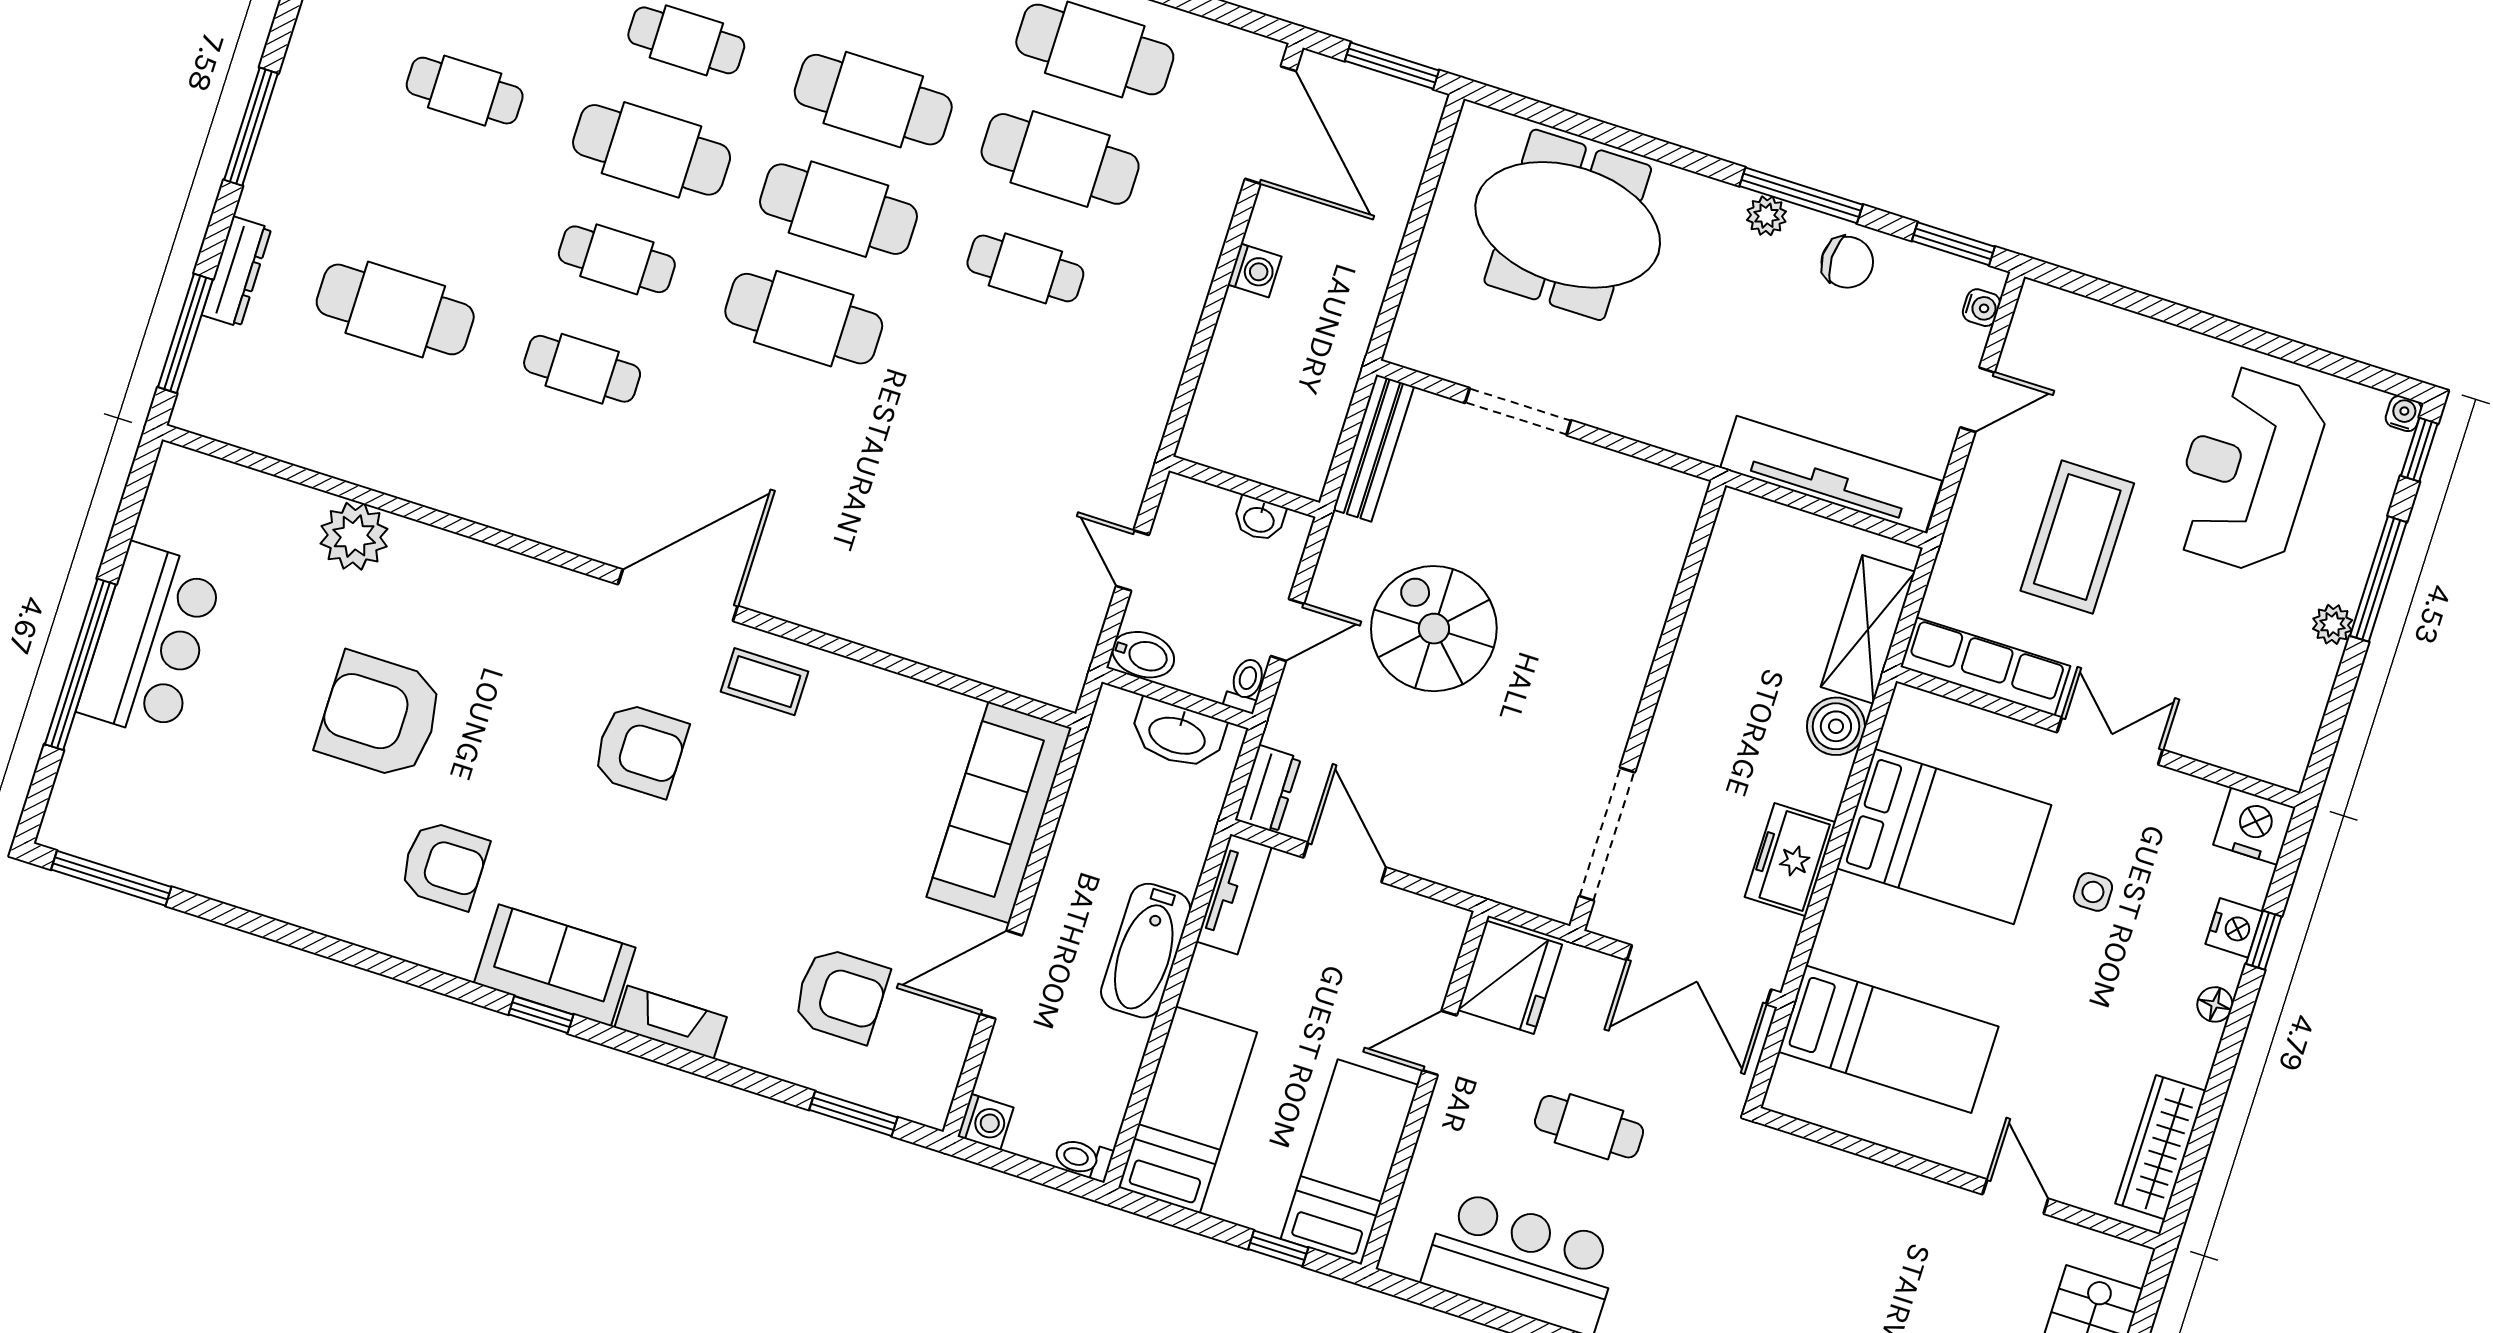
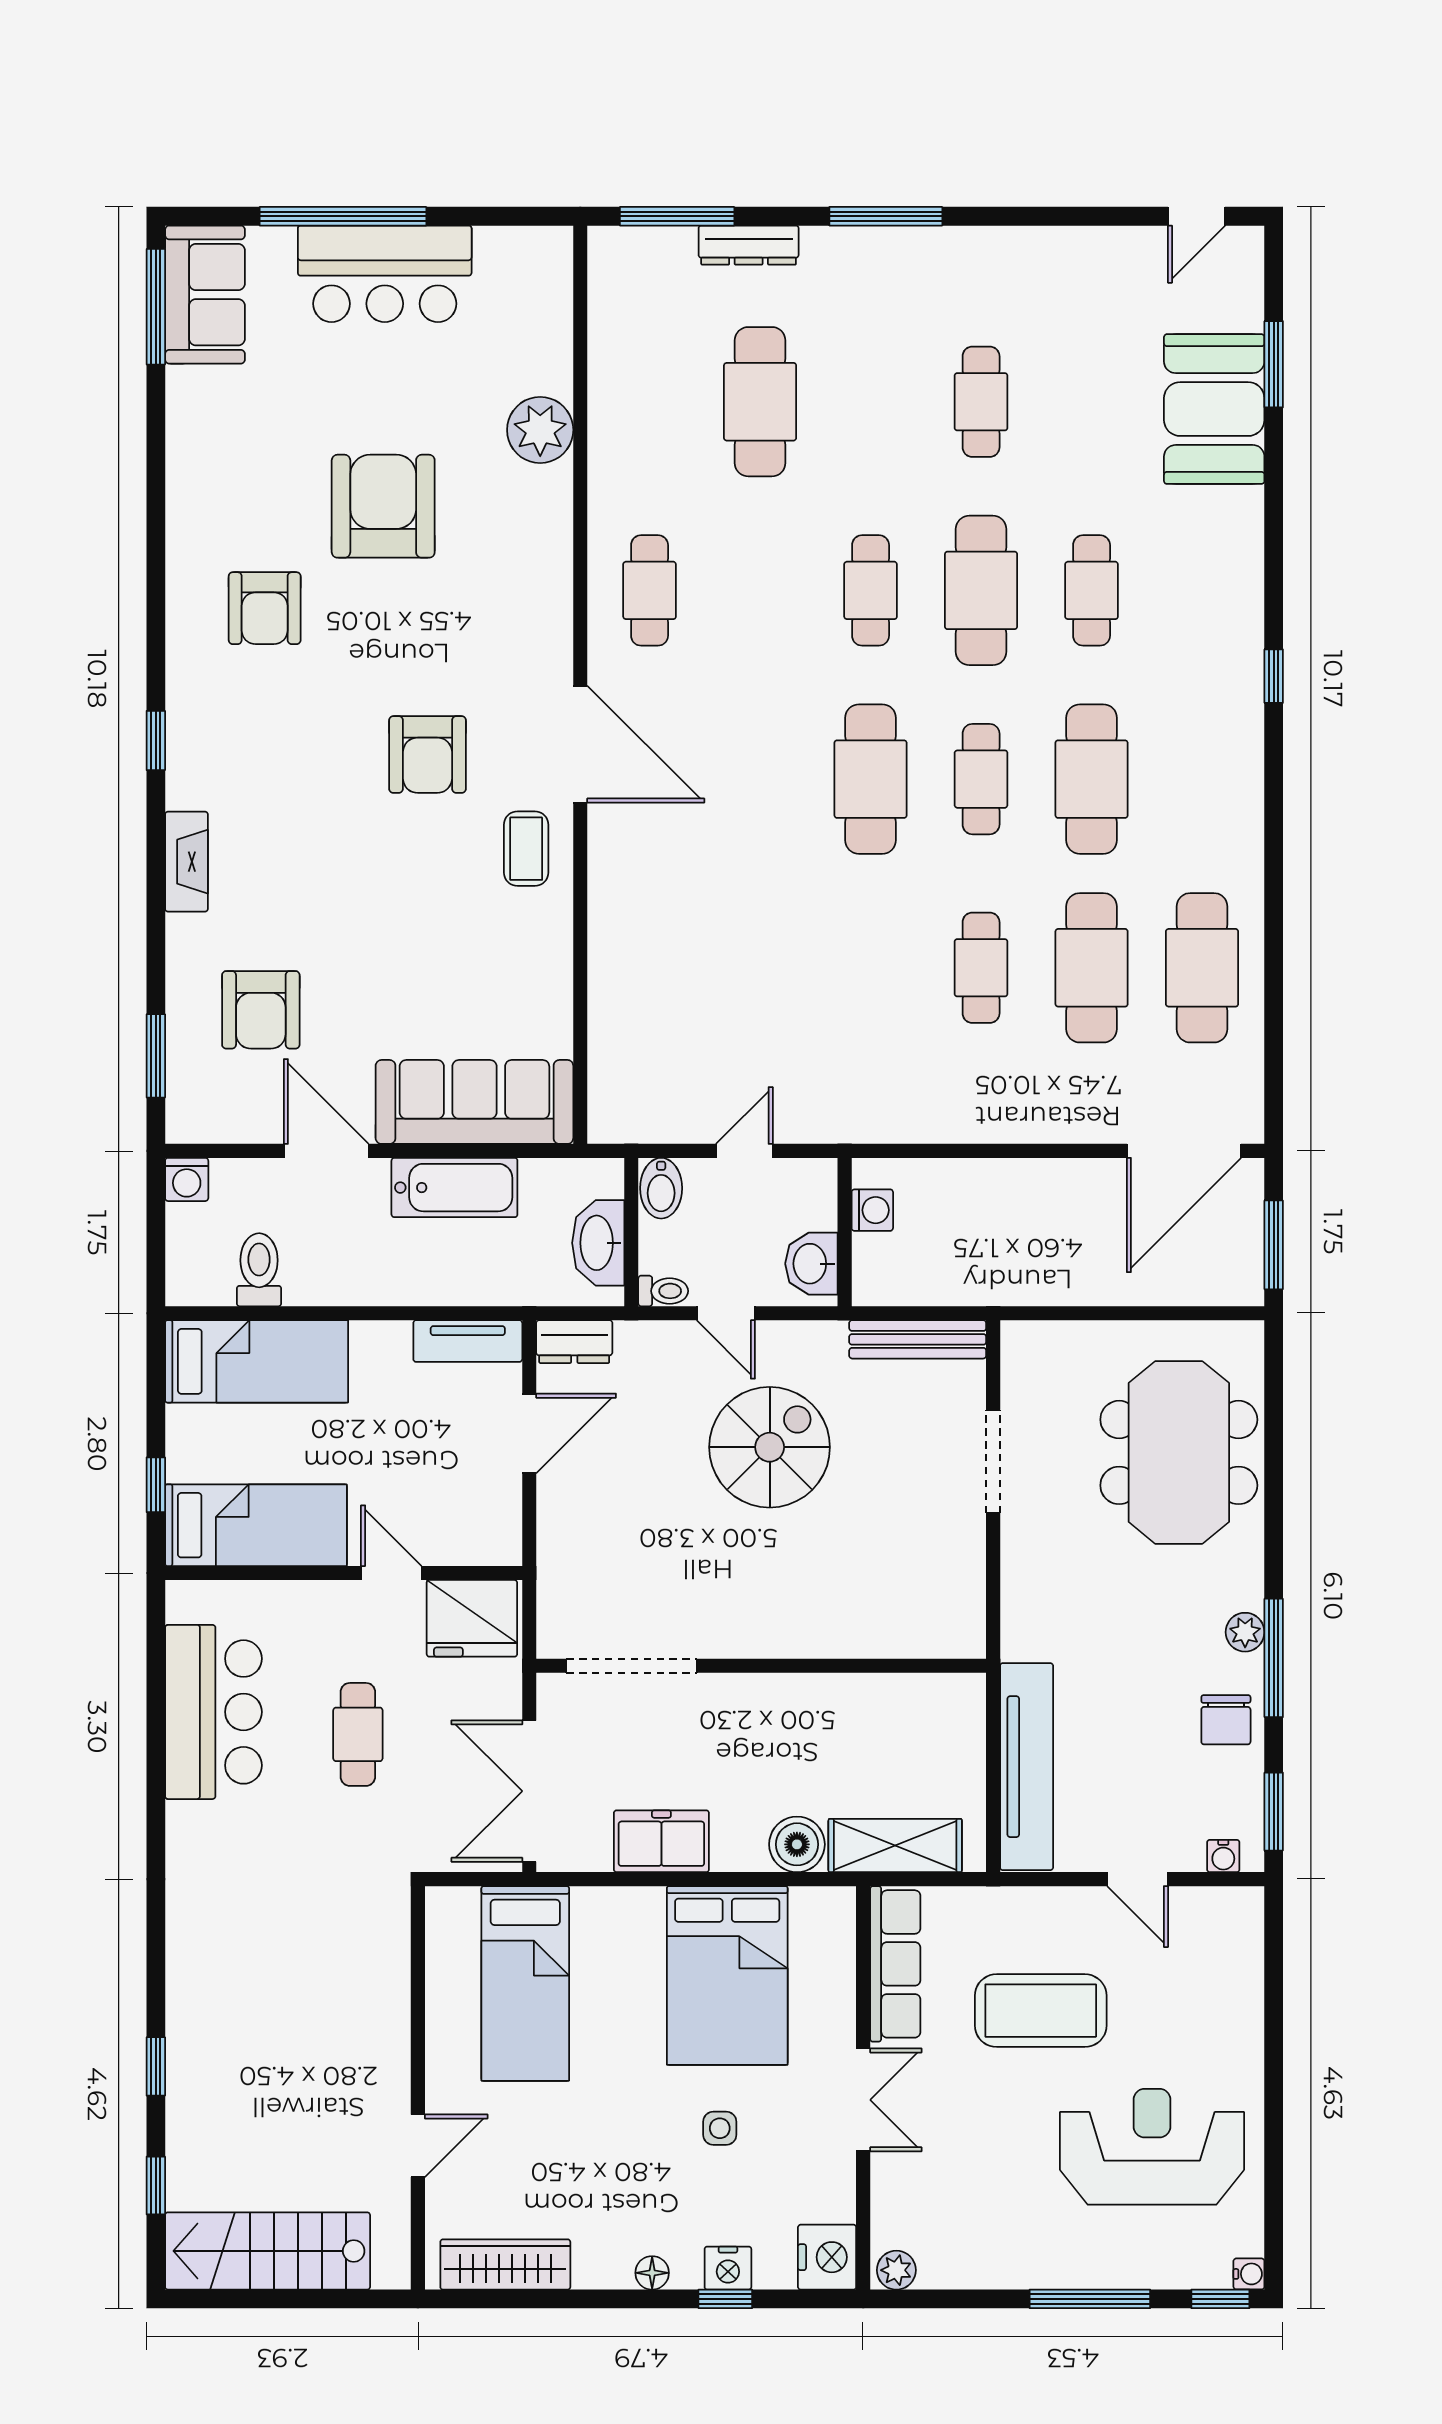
cafe table: (838, 209) -> (981, 779), width x0.73, depth x0.74
washing machine: (1255, 271) -> (872, 1210), moved, turned -90
cafe table: (582, 369) -> (650, 590), moved
washbasin: (1259, 519) -> (811, 1264), width x1.38, depth x1.45
plant: (2333, 624) -> (896, 2270), moved
bathtub: (1146, 951) -> (454, 1188), moved, turned 180
sofa: (555, 965) -> (205, 295), moved
toilet: (1083, 1159) -> (259, 1270), moved, width x1.37, depth x1.39

